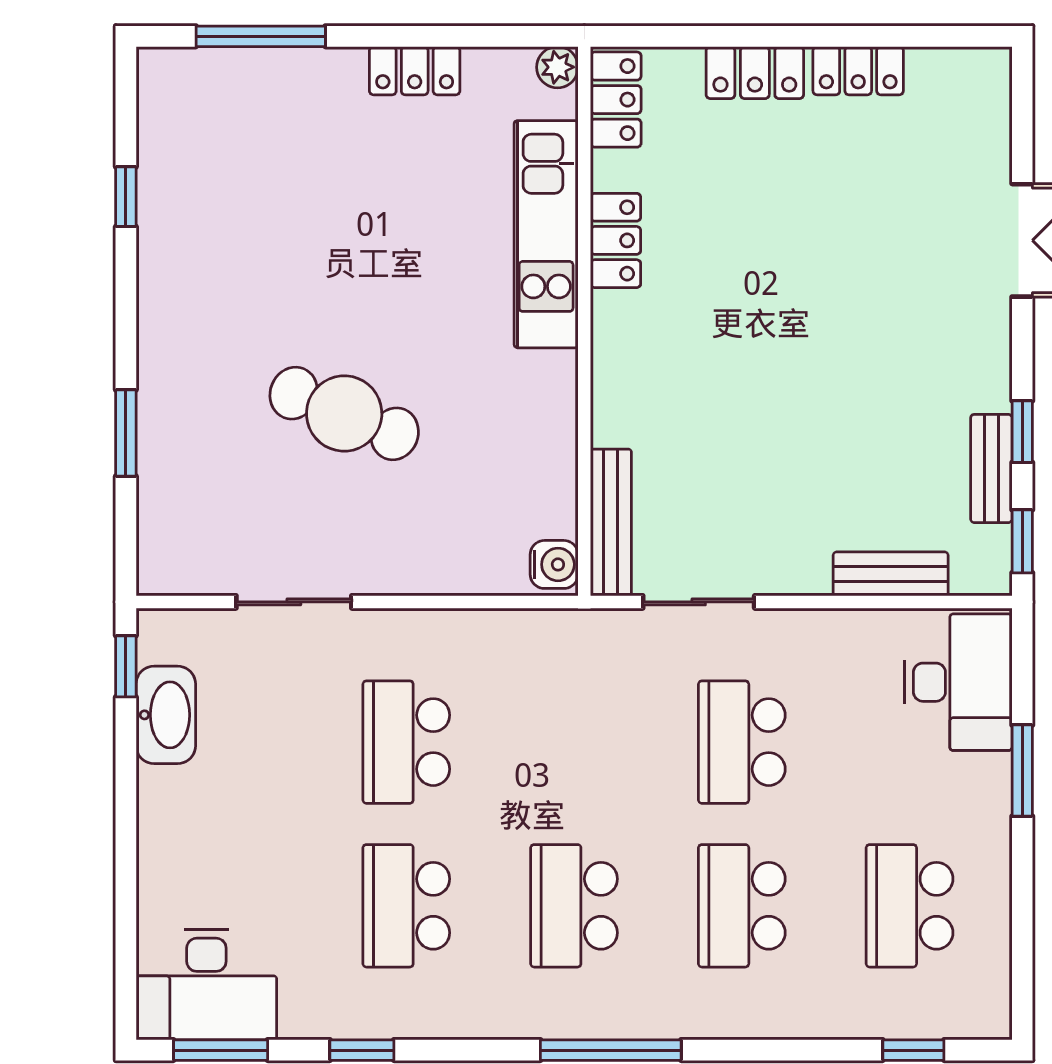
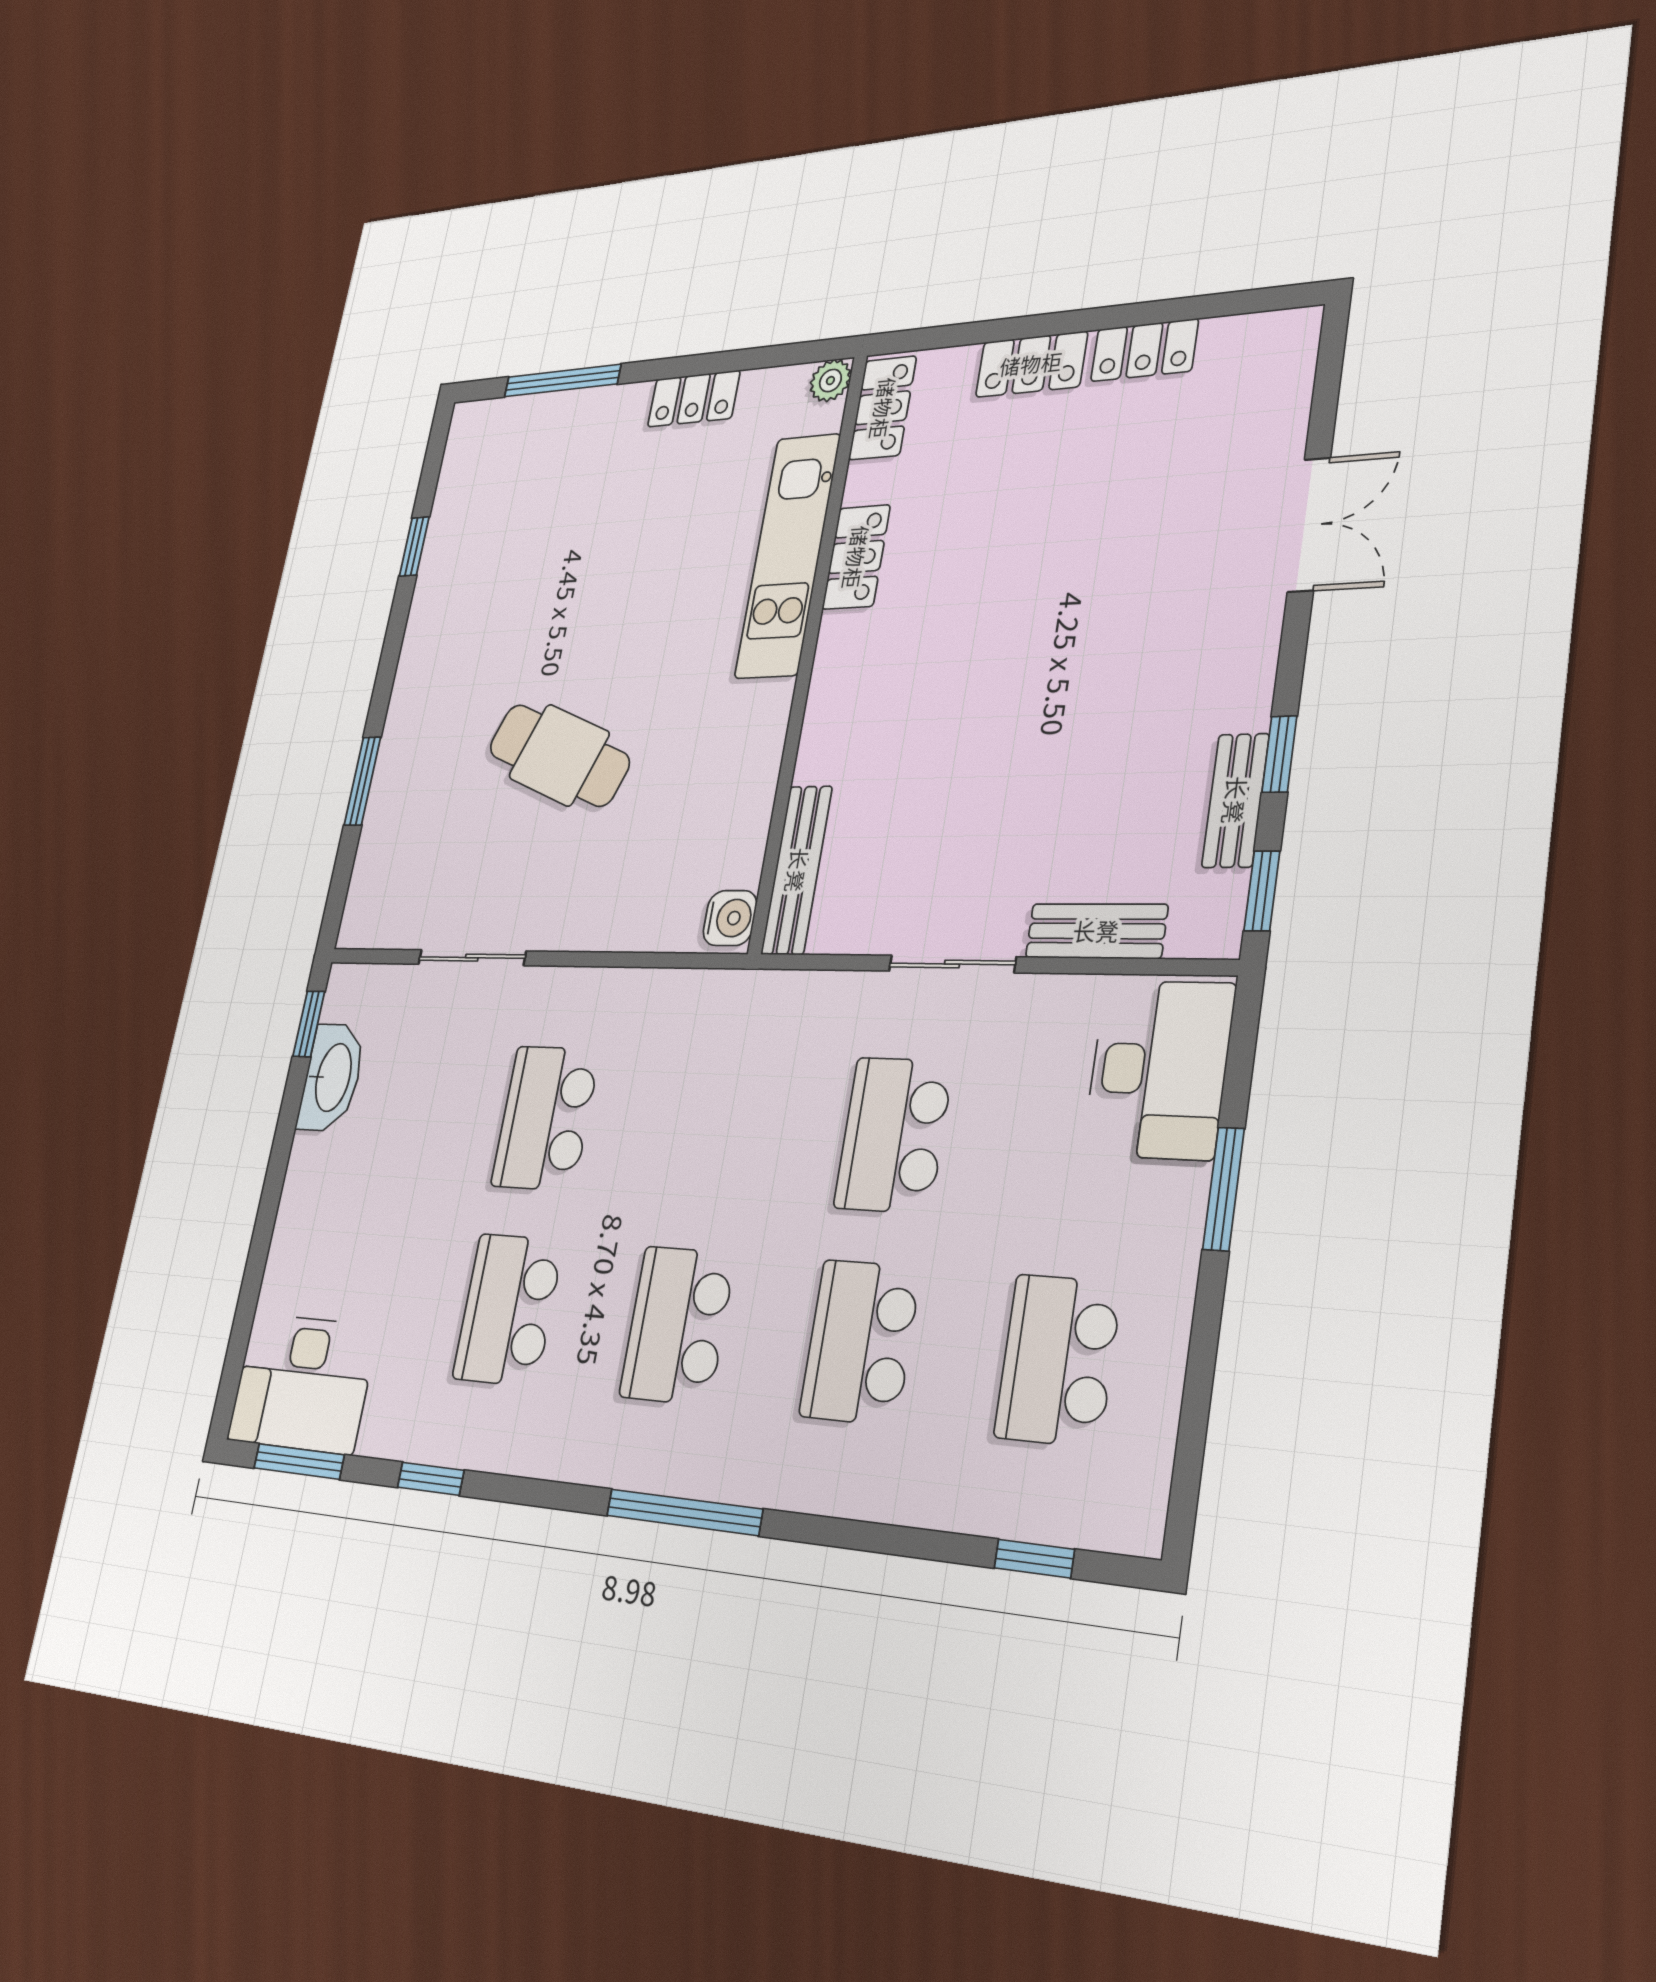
sliding door: (699, 602) -> (952, 964), moved

